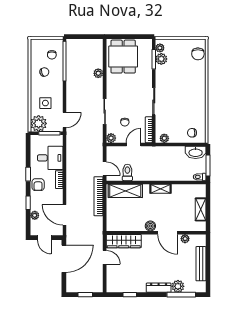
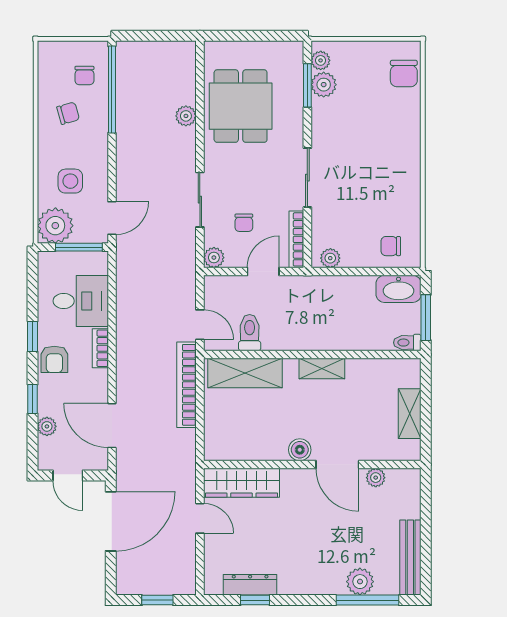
dining table: (123, 57) -> (241, 106), moved
bench: (201, 264) -> (410, 557), moved
dresser: (159, 288) -> (250, 585), moved

